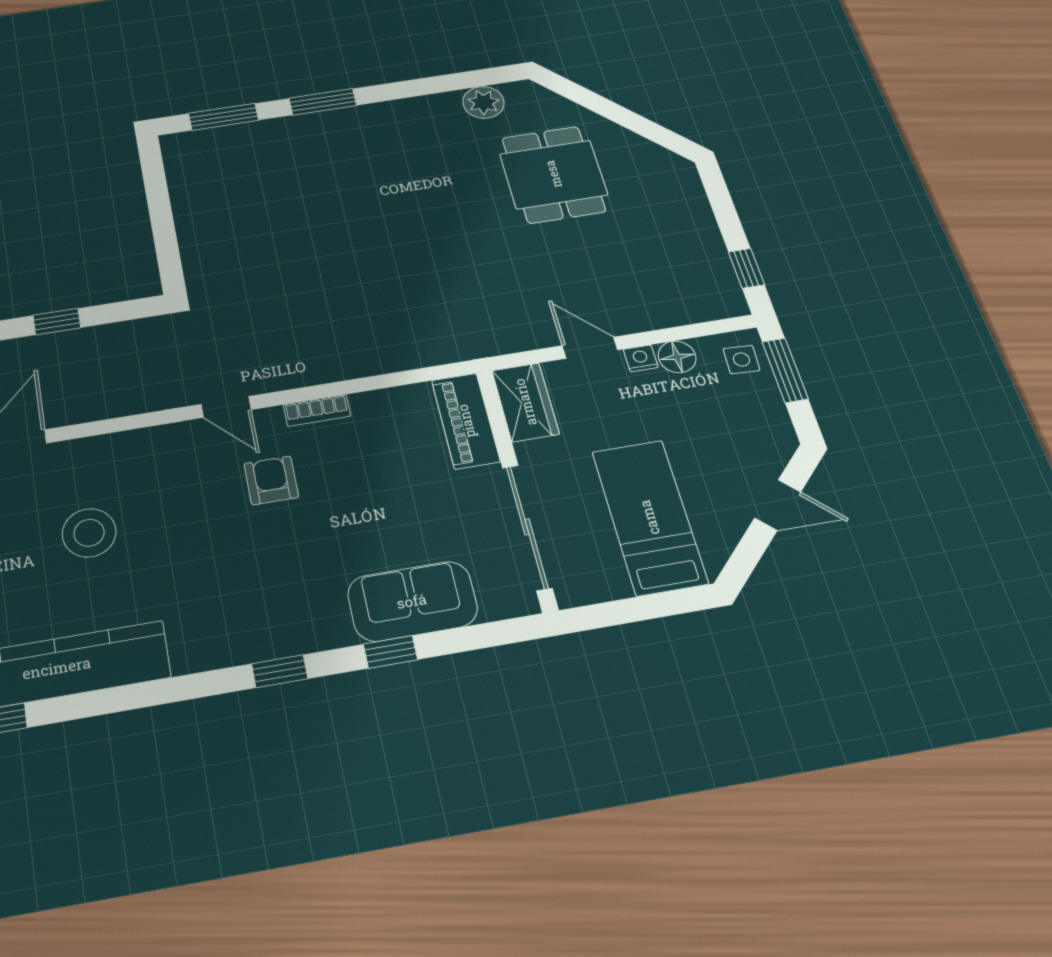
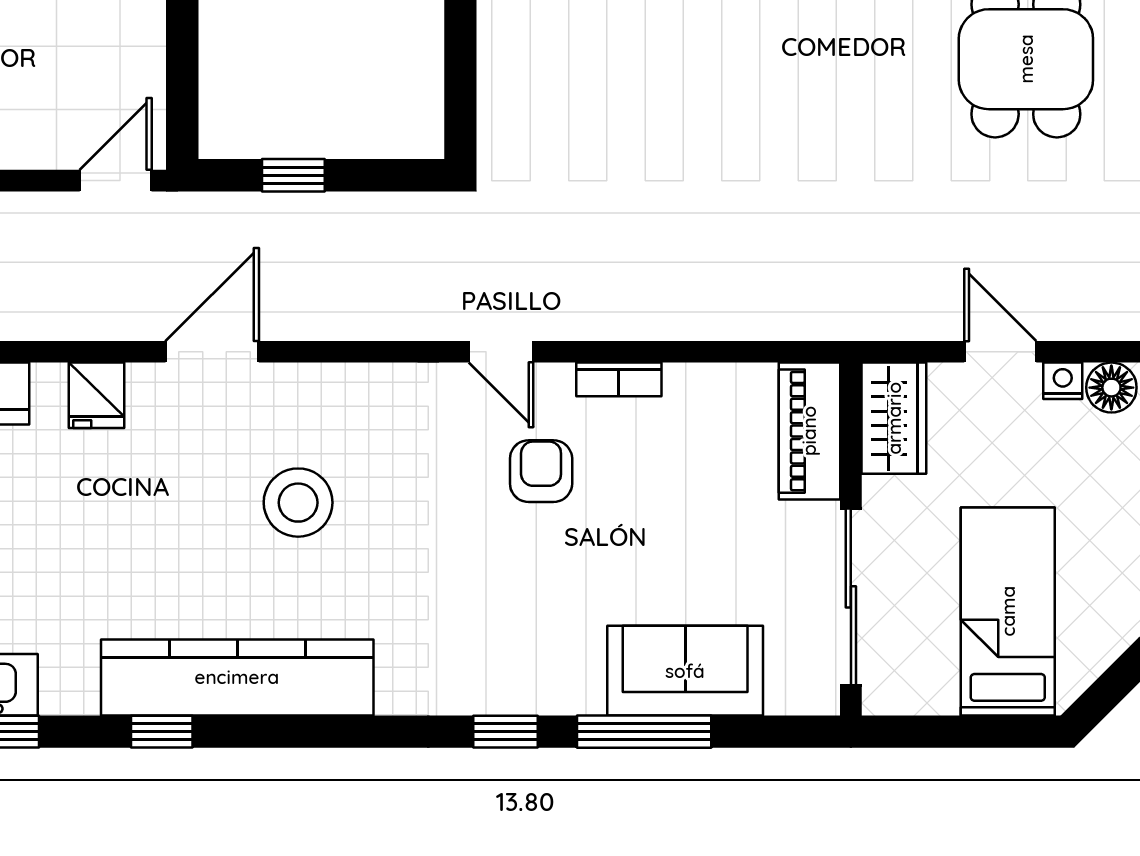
window: (390, 652) -> (644, 732), width x2.17

